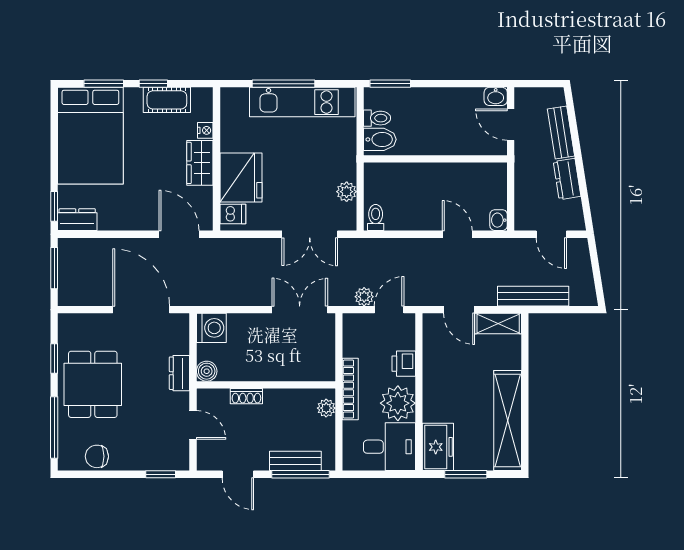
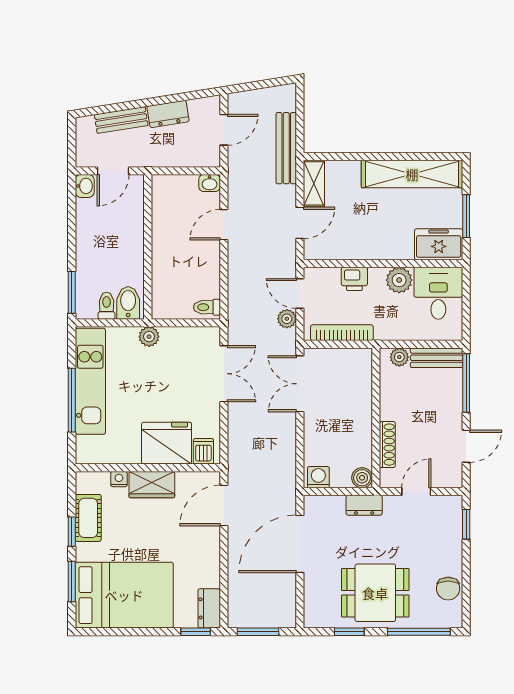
plant: (347, 192) -> (149, 337), moved
washing machine: (211, 328) -> (318, 477), width x0.73, depth x0.73
bookcase: (350, 389) -> (342, 333), moved
shoe rack: (246, 396) -> (387, 445), width x1.43
plant: (398, 403) -> (399, 280), width x0.73, depth x0.73
bench: (295, 461) -> (437, 358), moved, turned 90

